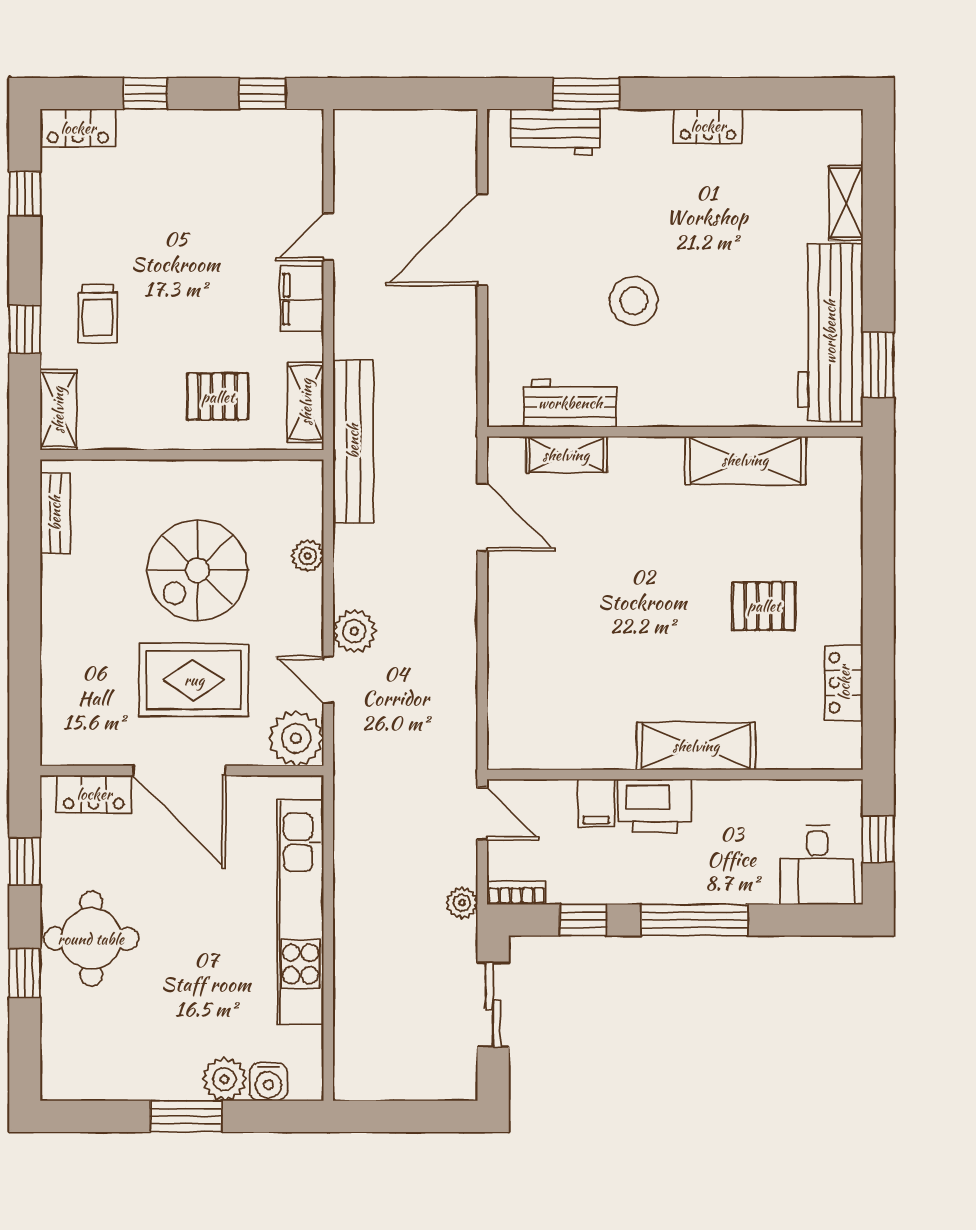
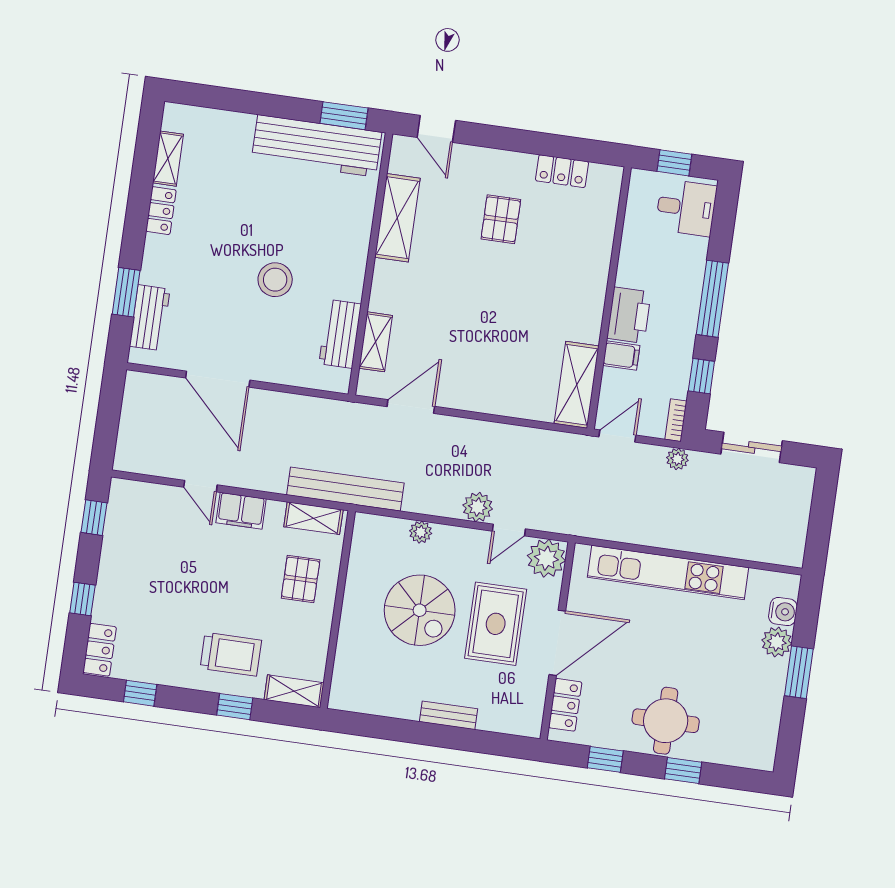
shelving: (846, 203) -> (168, 159), moved, turned 90
trolley: (98, 313) -> (231, 654), width x1.36, depth x1.39
door: (878, 497) -> (436, 129), added
bench: (55, 513) -> (448, 715), moved
shelving: (696, 746) -> (577, 385), moved

